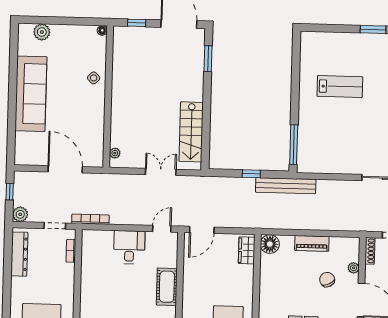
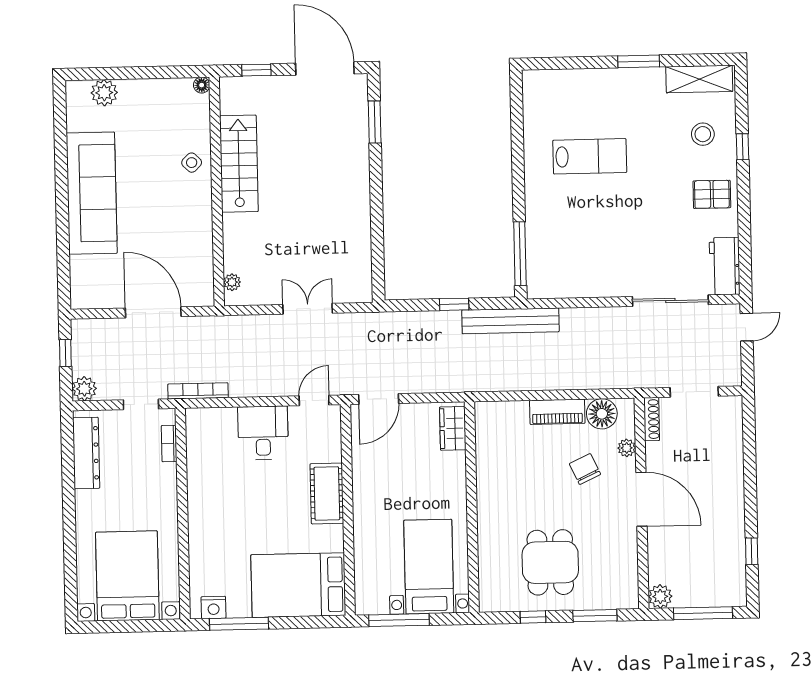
stairs: (191, 132) -> (239, 164), moved, turned 180
floor lamp: (270, 244) -> (602, 414), moved

